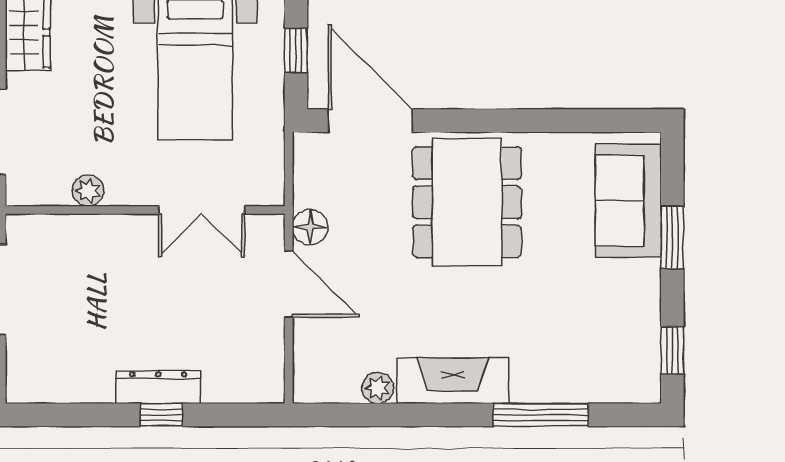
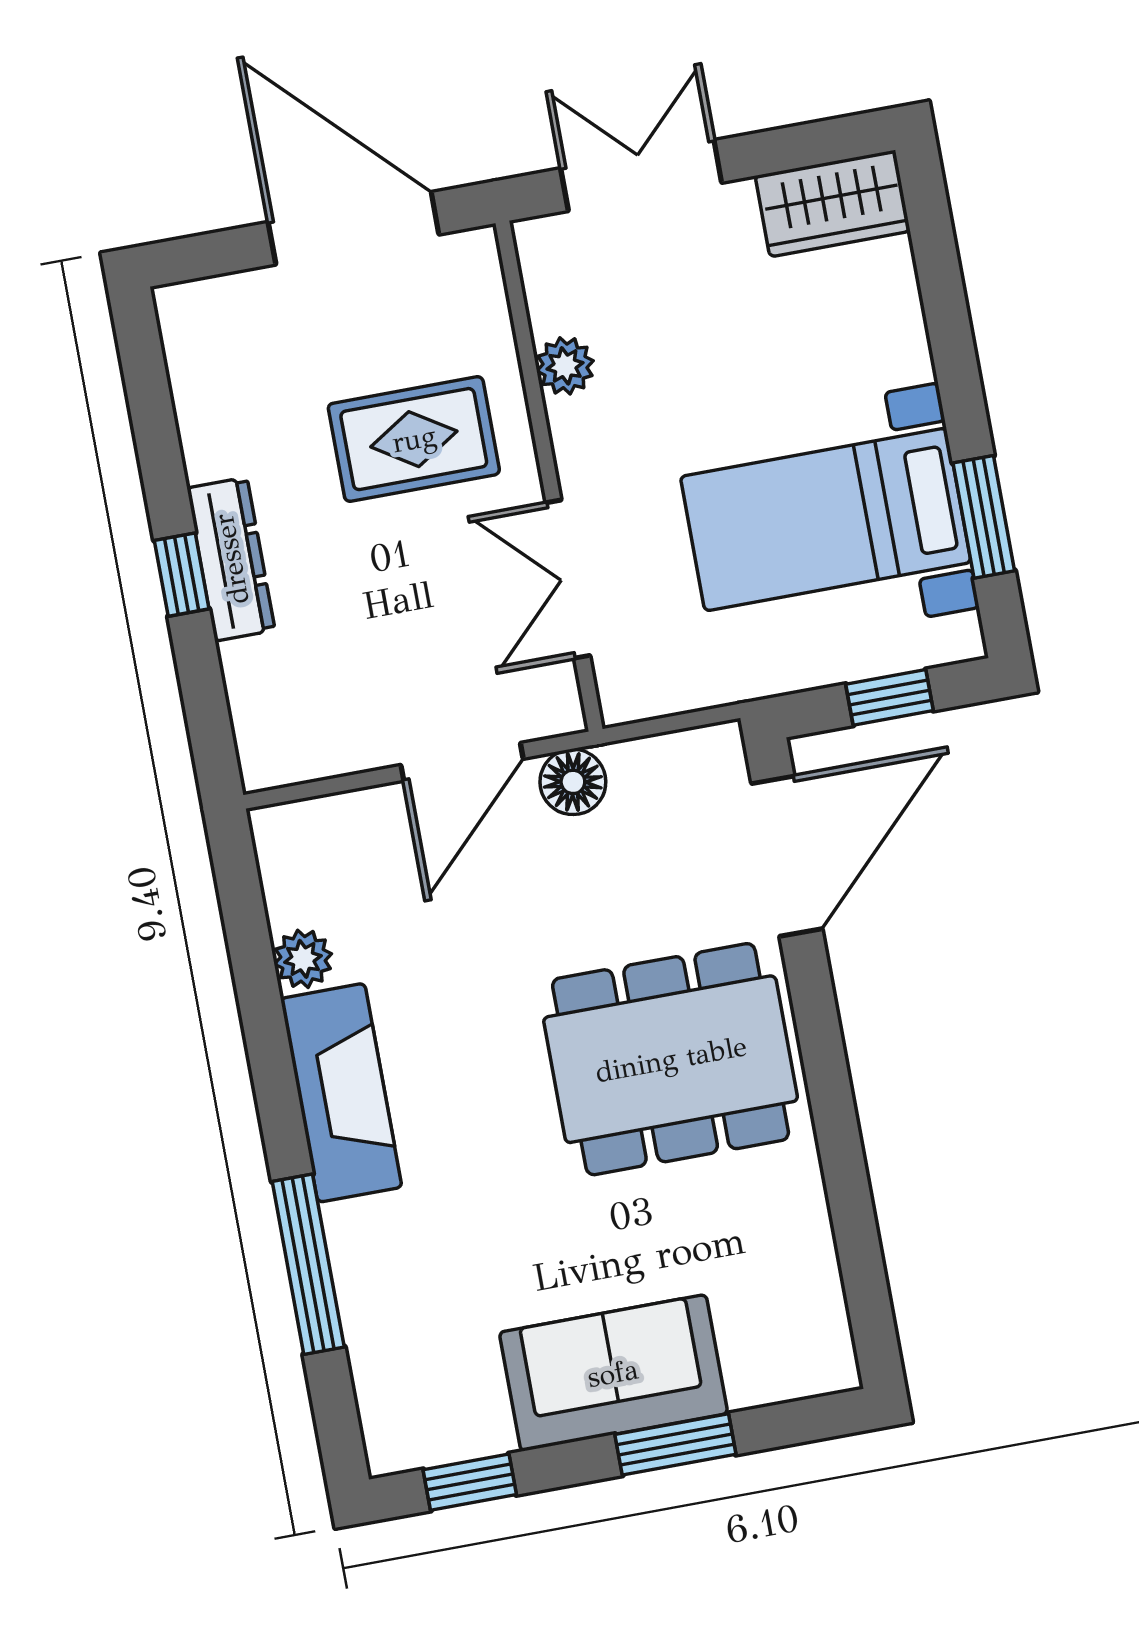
sofa: (628, 201) -> (613, 1373), moved
rug: (112, 278) -> (414, 439), added

